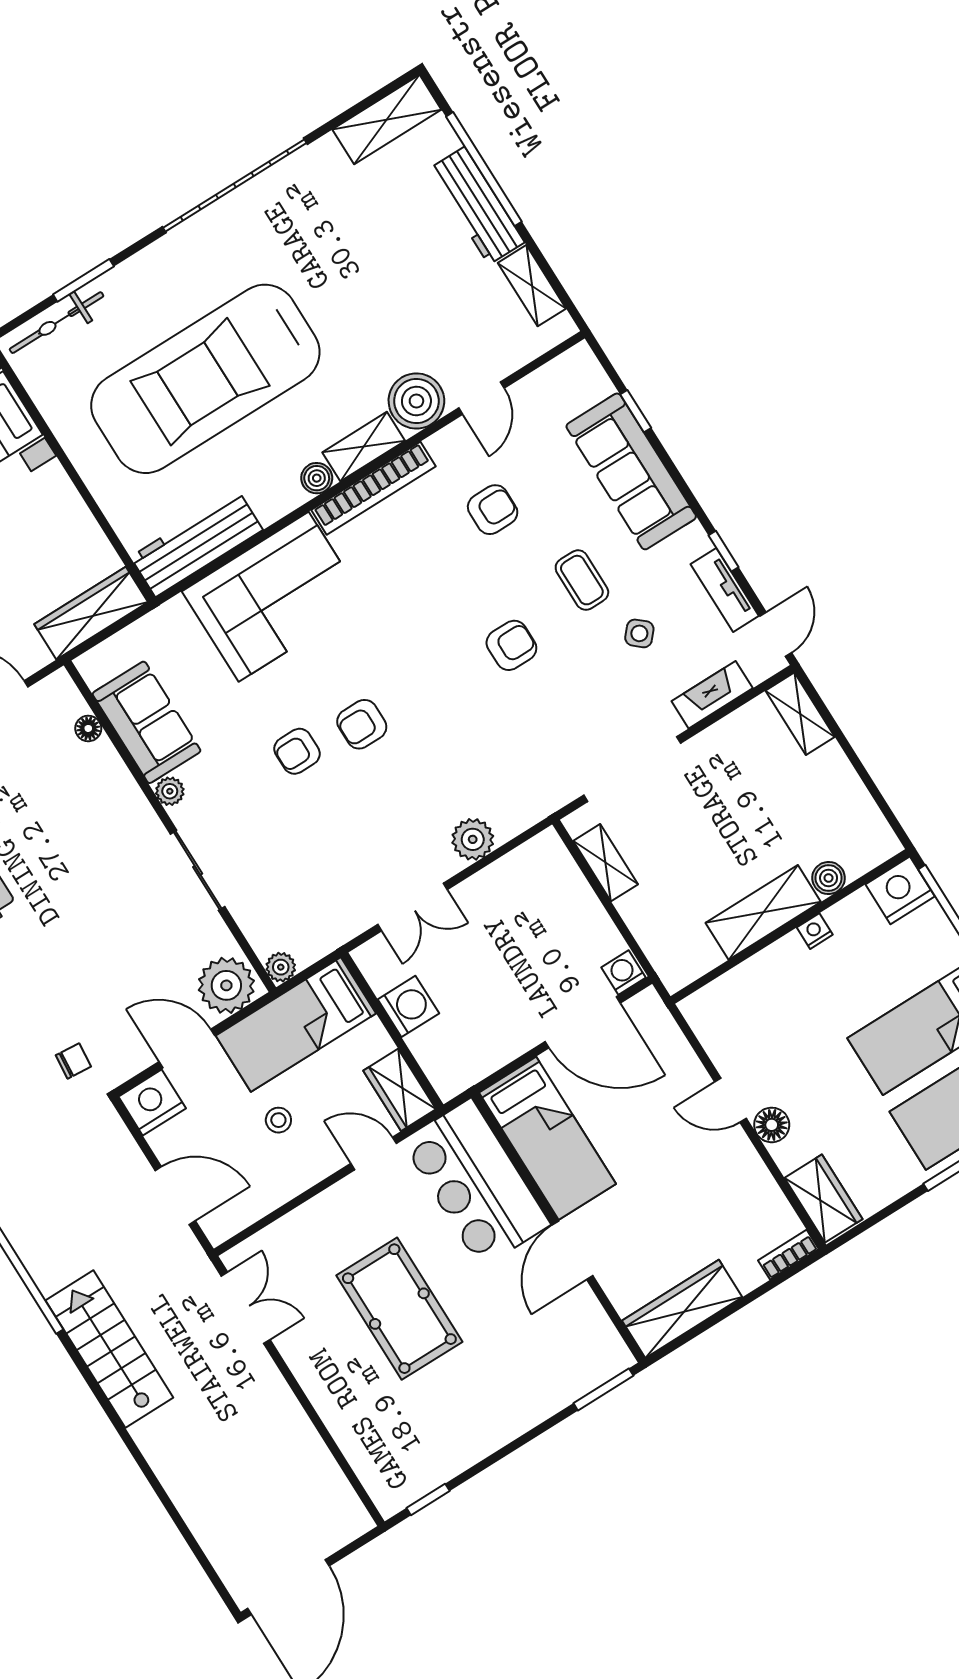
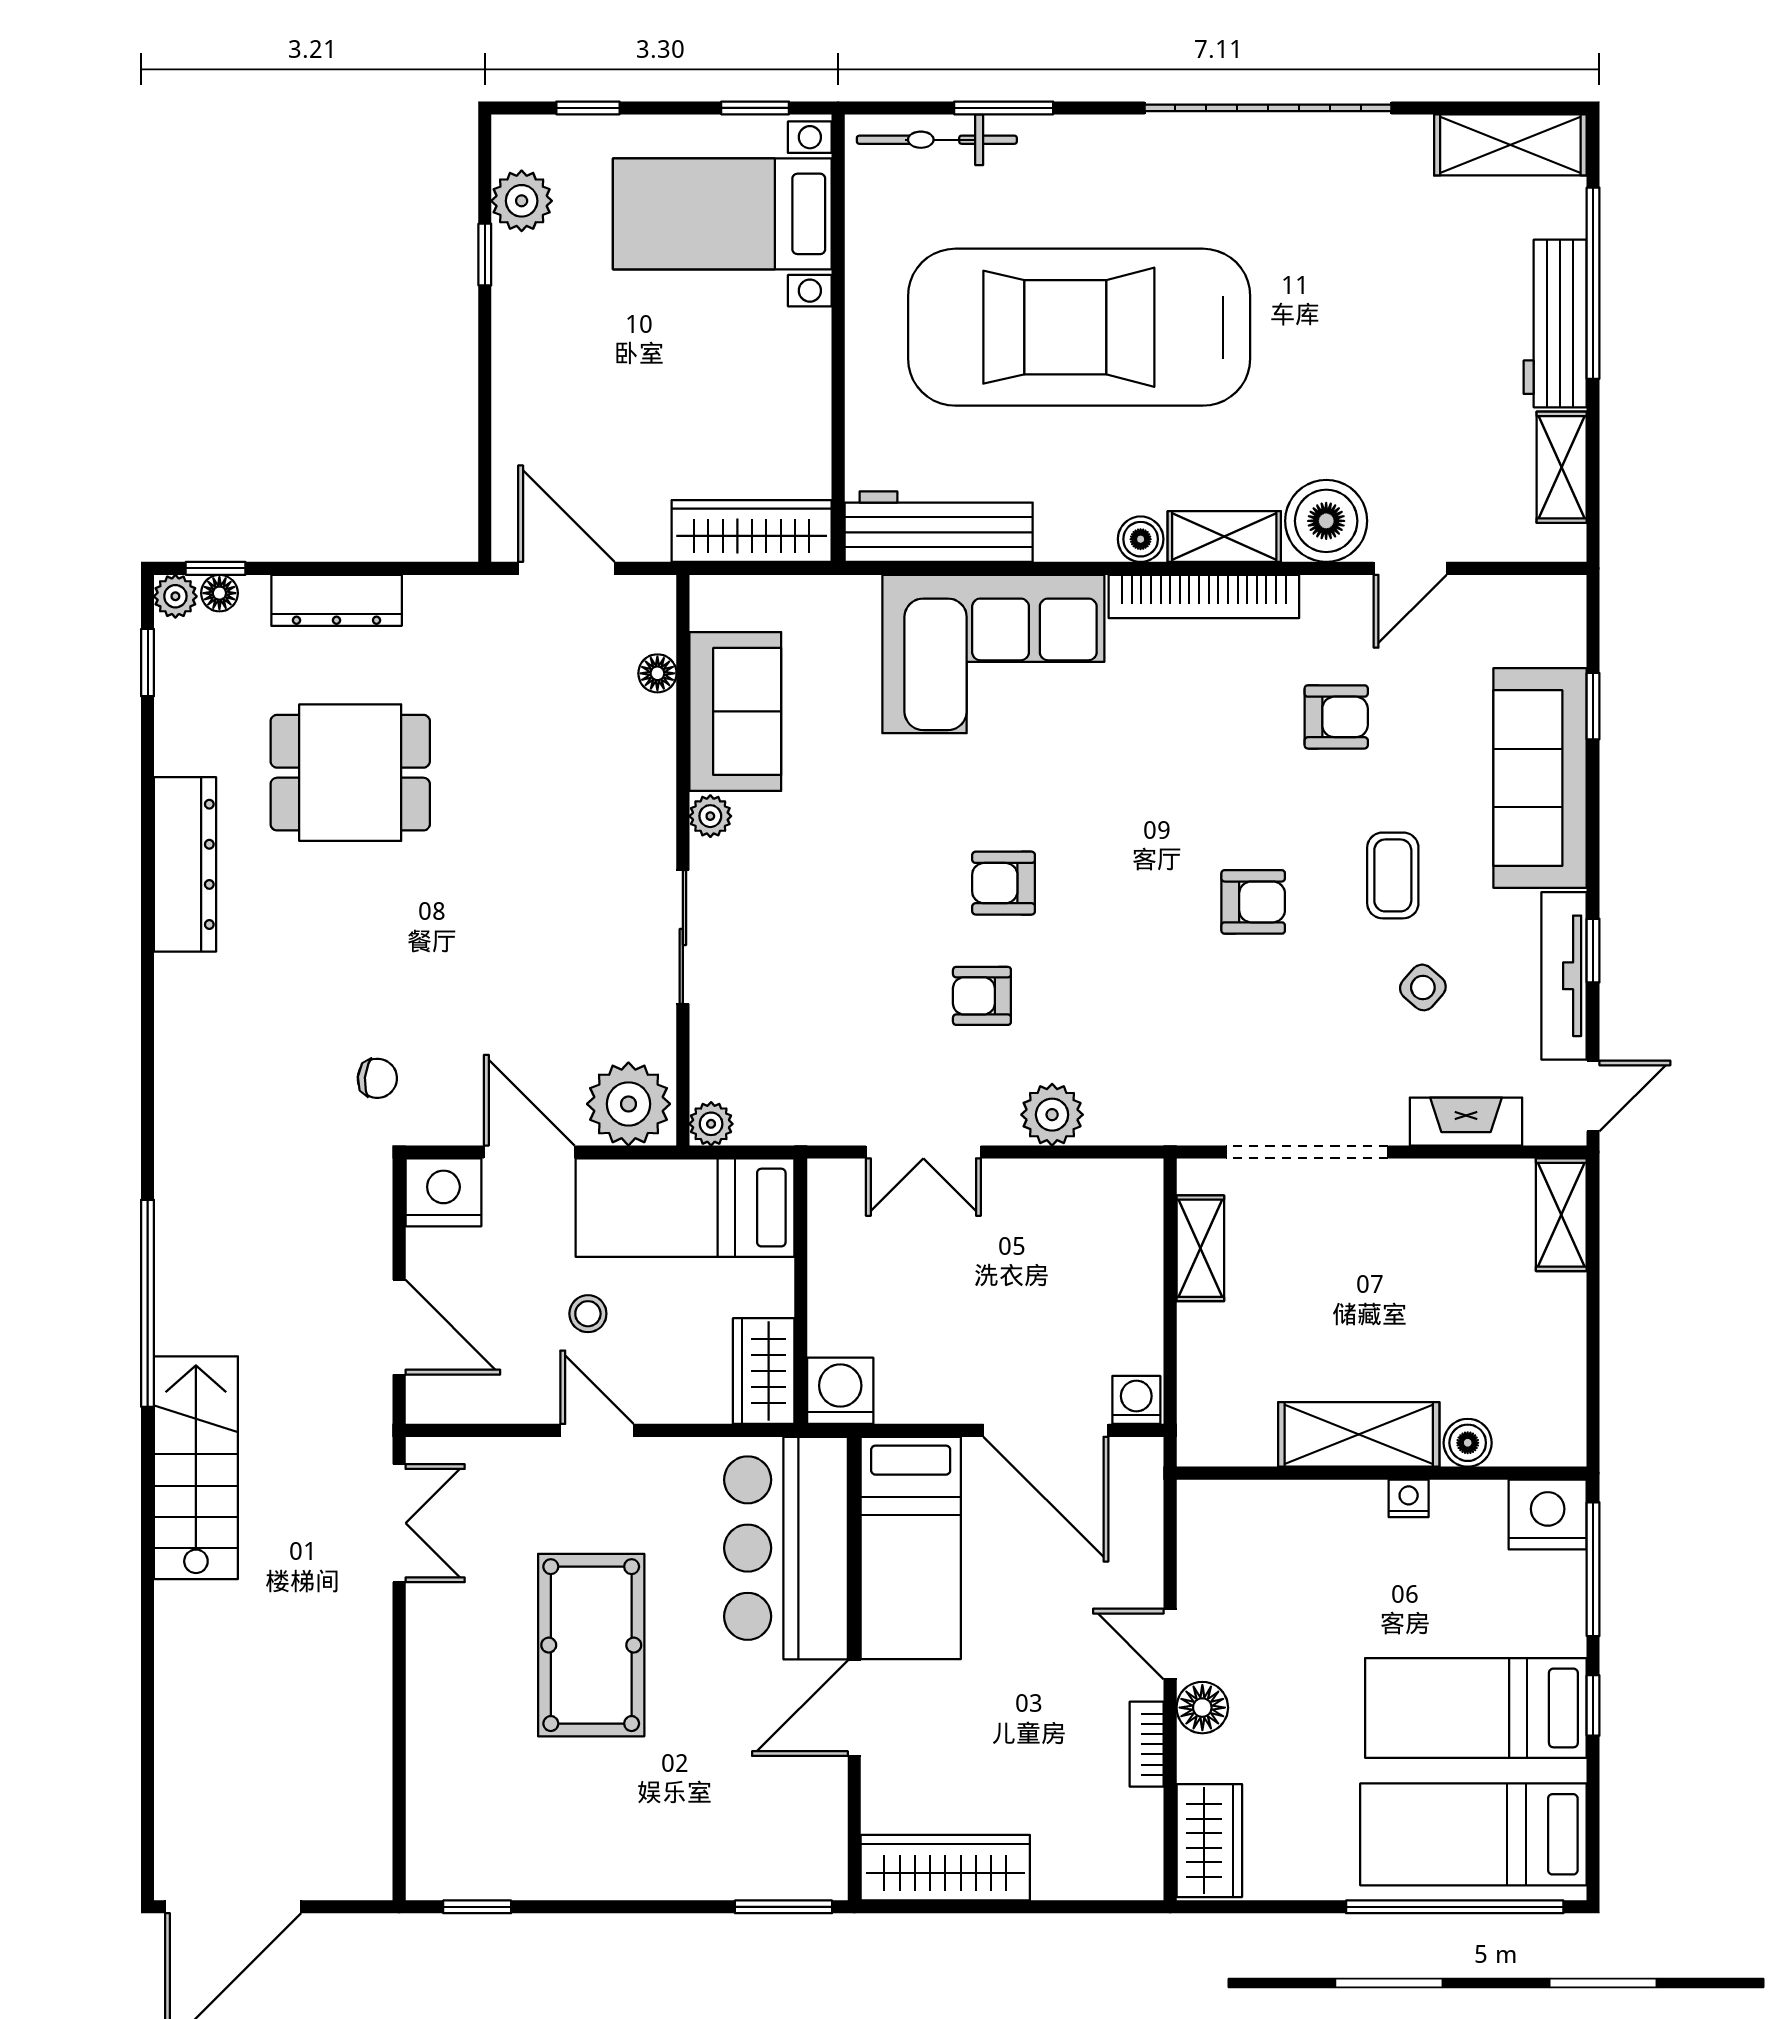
tv unit: (725, 590) -> (1564, 976), width x1.41
armchair: (297, 751) -> (982, 996), moved
washing machine: (408, 1006) -> (840, 1391), moved, turned -90
door: (374, 1153) -> (597, 1430), moved
bookcase: (788, 1255) -> (1147, 1744), moved, turned -90

